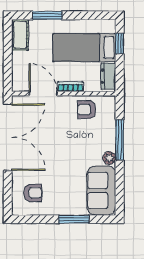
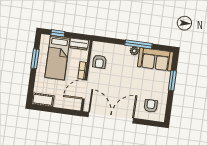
window: (47, 15) -> (35, 59), moved
window: (120, 140) -> (138, 44), moved

